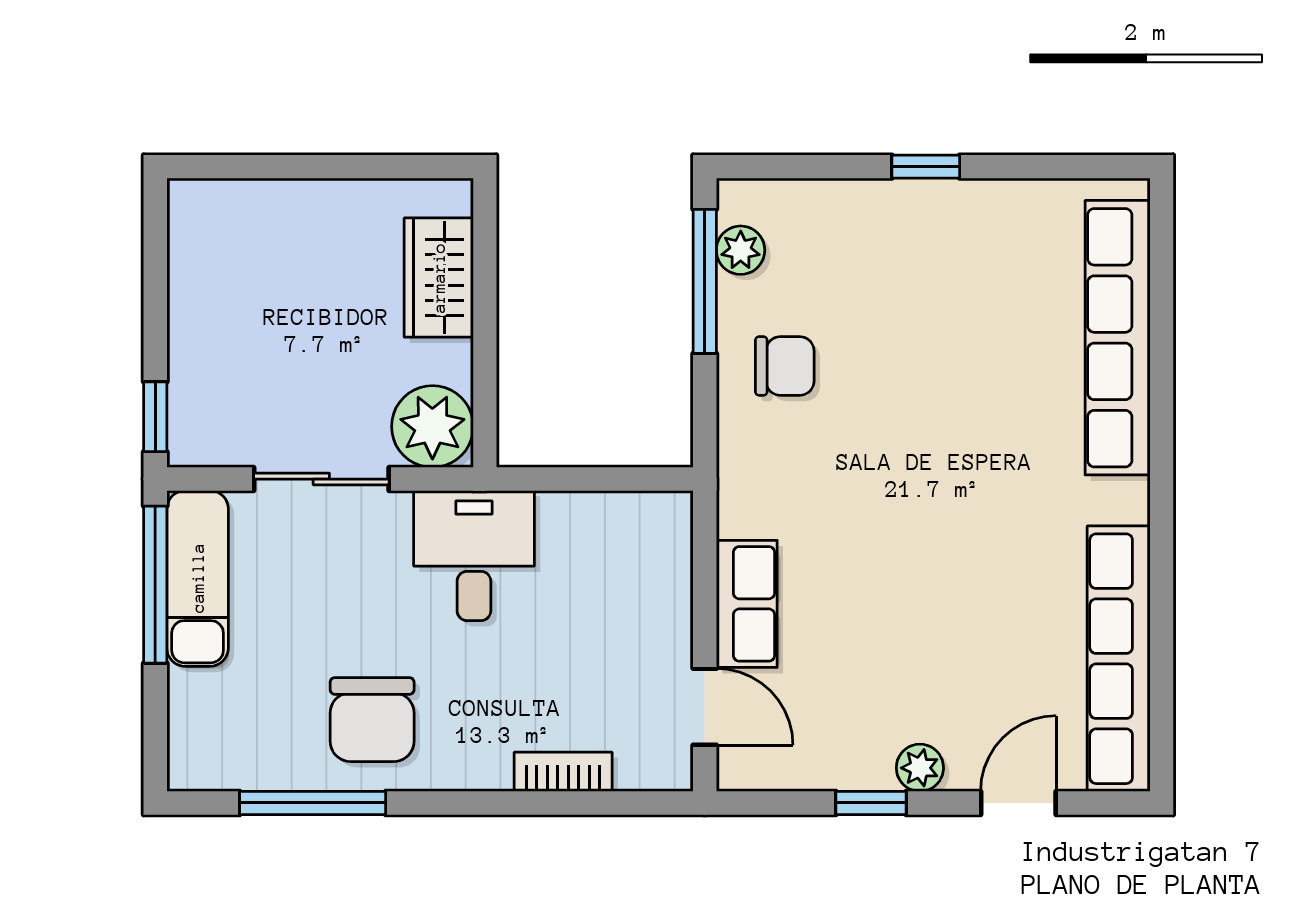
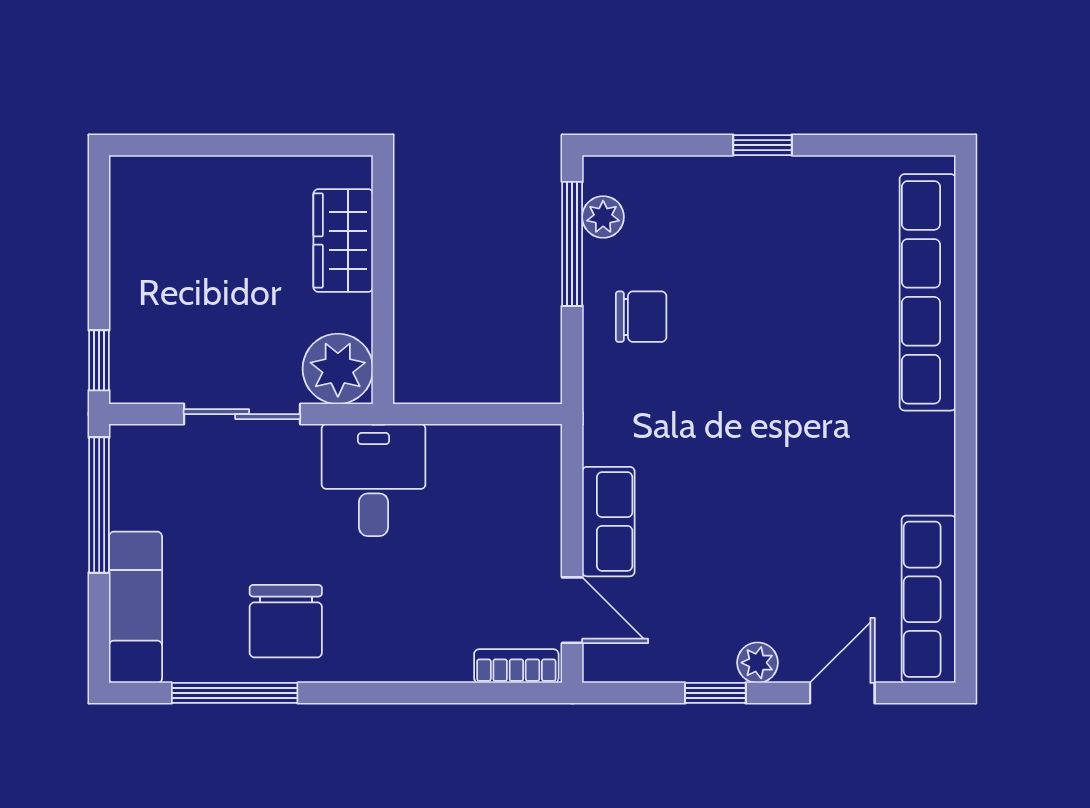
exam couch: (198, 578) -> (136, 607), moved
row of seats: (1119, 659) -> (929, 599), width x0.73
bookcase: (563, 772) -> (516, 666), moved

